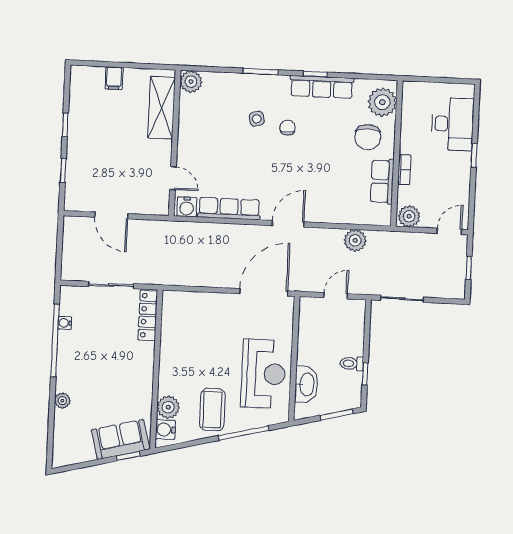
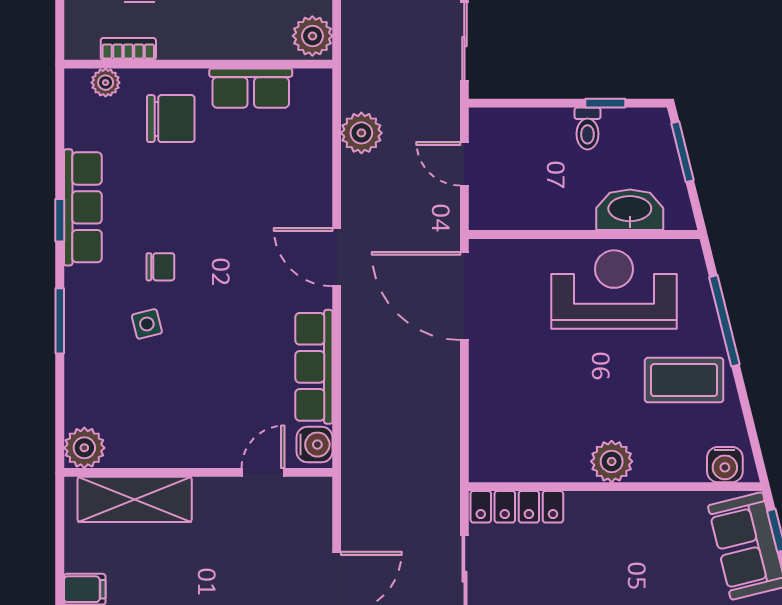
plant: (382, 102) -> (106, 83), width x0.53, depth x0.53
chair: (287, 128) -> (160, 267), turned 180
bookcase: (404, 170) -> (128, 49), moved
plant: (168, 407) -> (612, 461), moved

